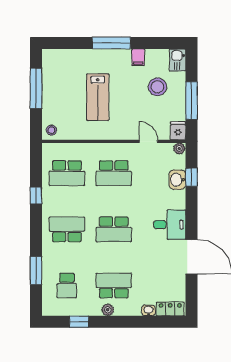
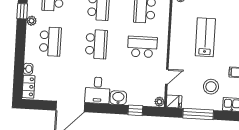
lab bench: (98, 97) -> (205, 37), turned 90
school desk: (114, 173) -> (142, 47), turned 90
washbasin: (177, 180) -> (118, 98), moved
school desk: (114, 229) -> (96, 44), turned 180
plant: (108, 310) -> (31, 21), moved

